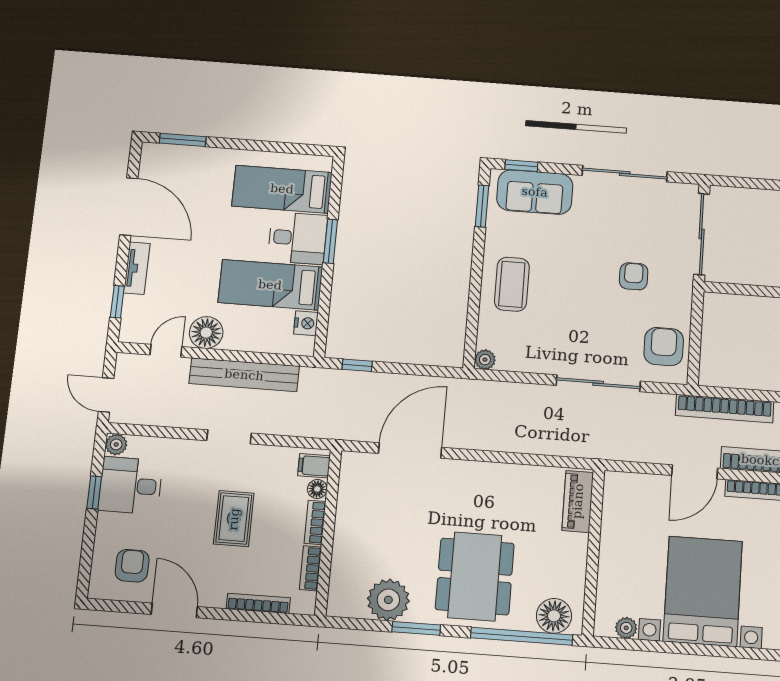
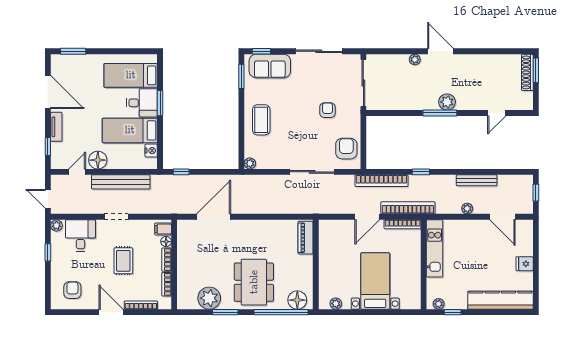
desk: (130, 486) -> (80, 236), moved, turned 90
bed with nightstands: (703, 591) -> (375, 281), width x0.73
door: (174, 610) -> (111, 312), moved

